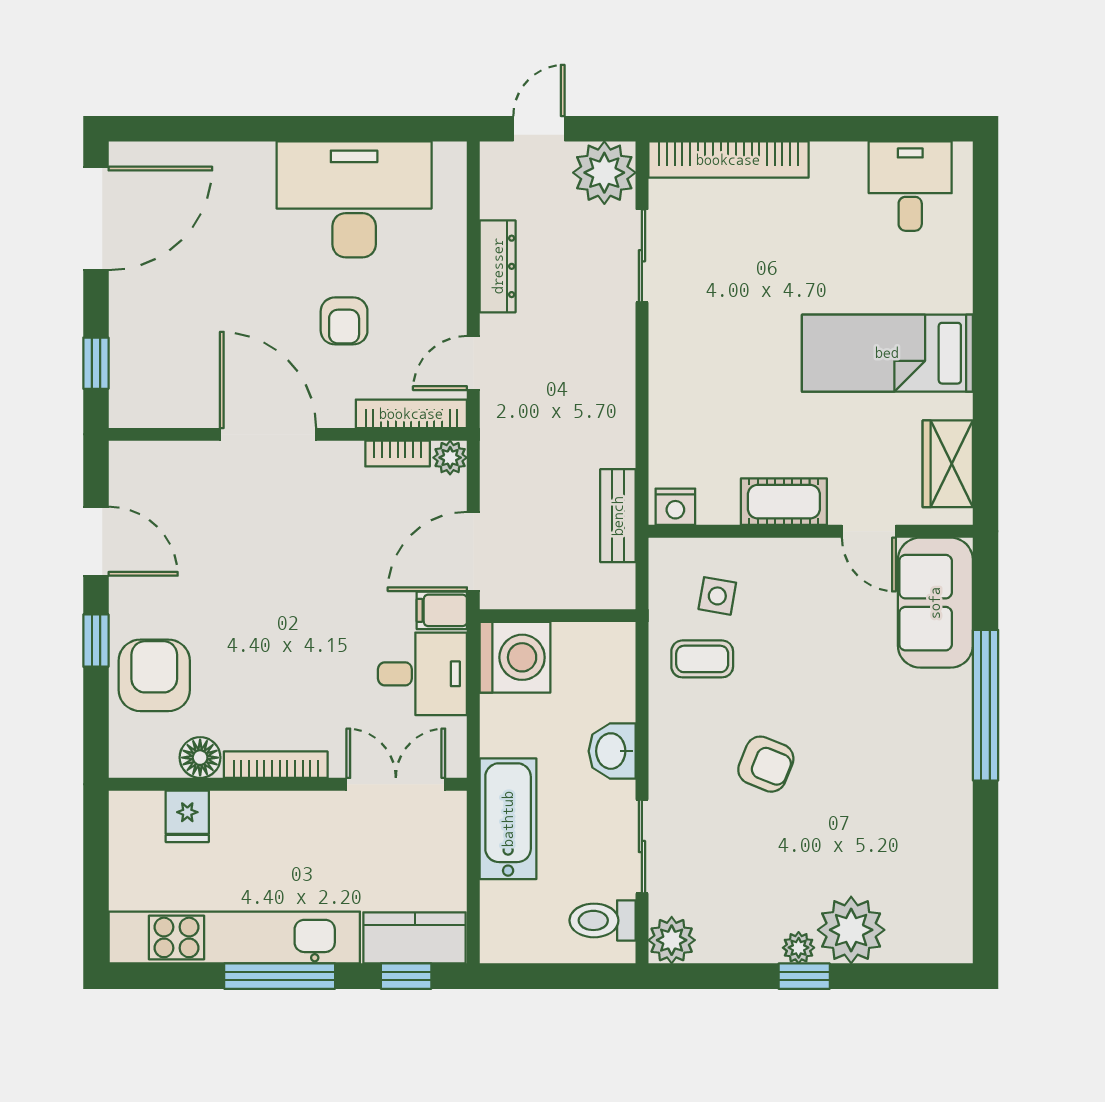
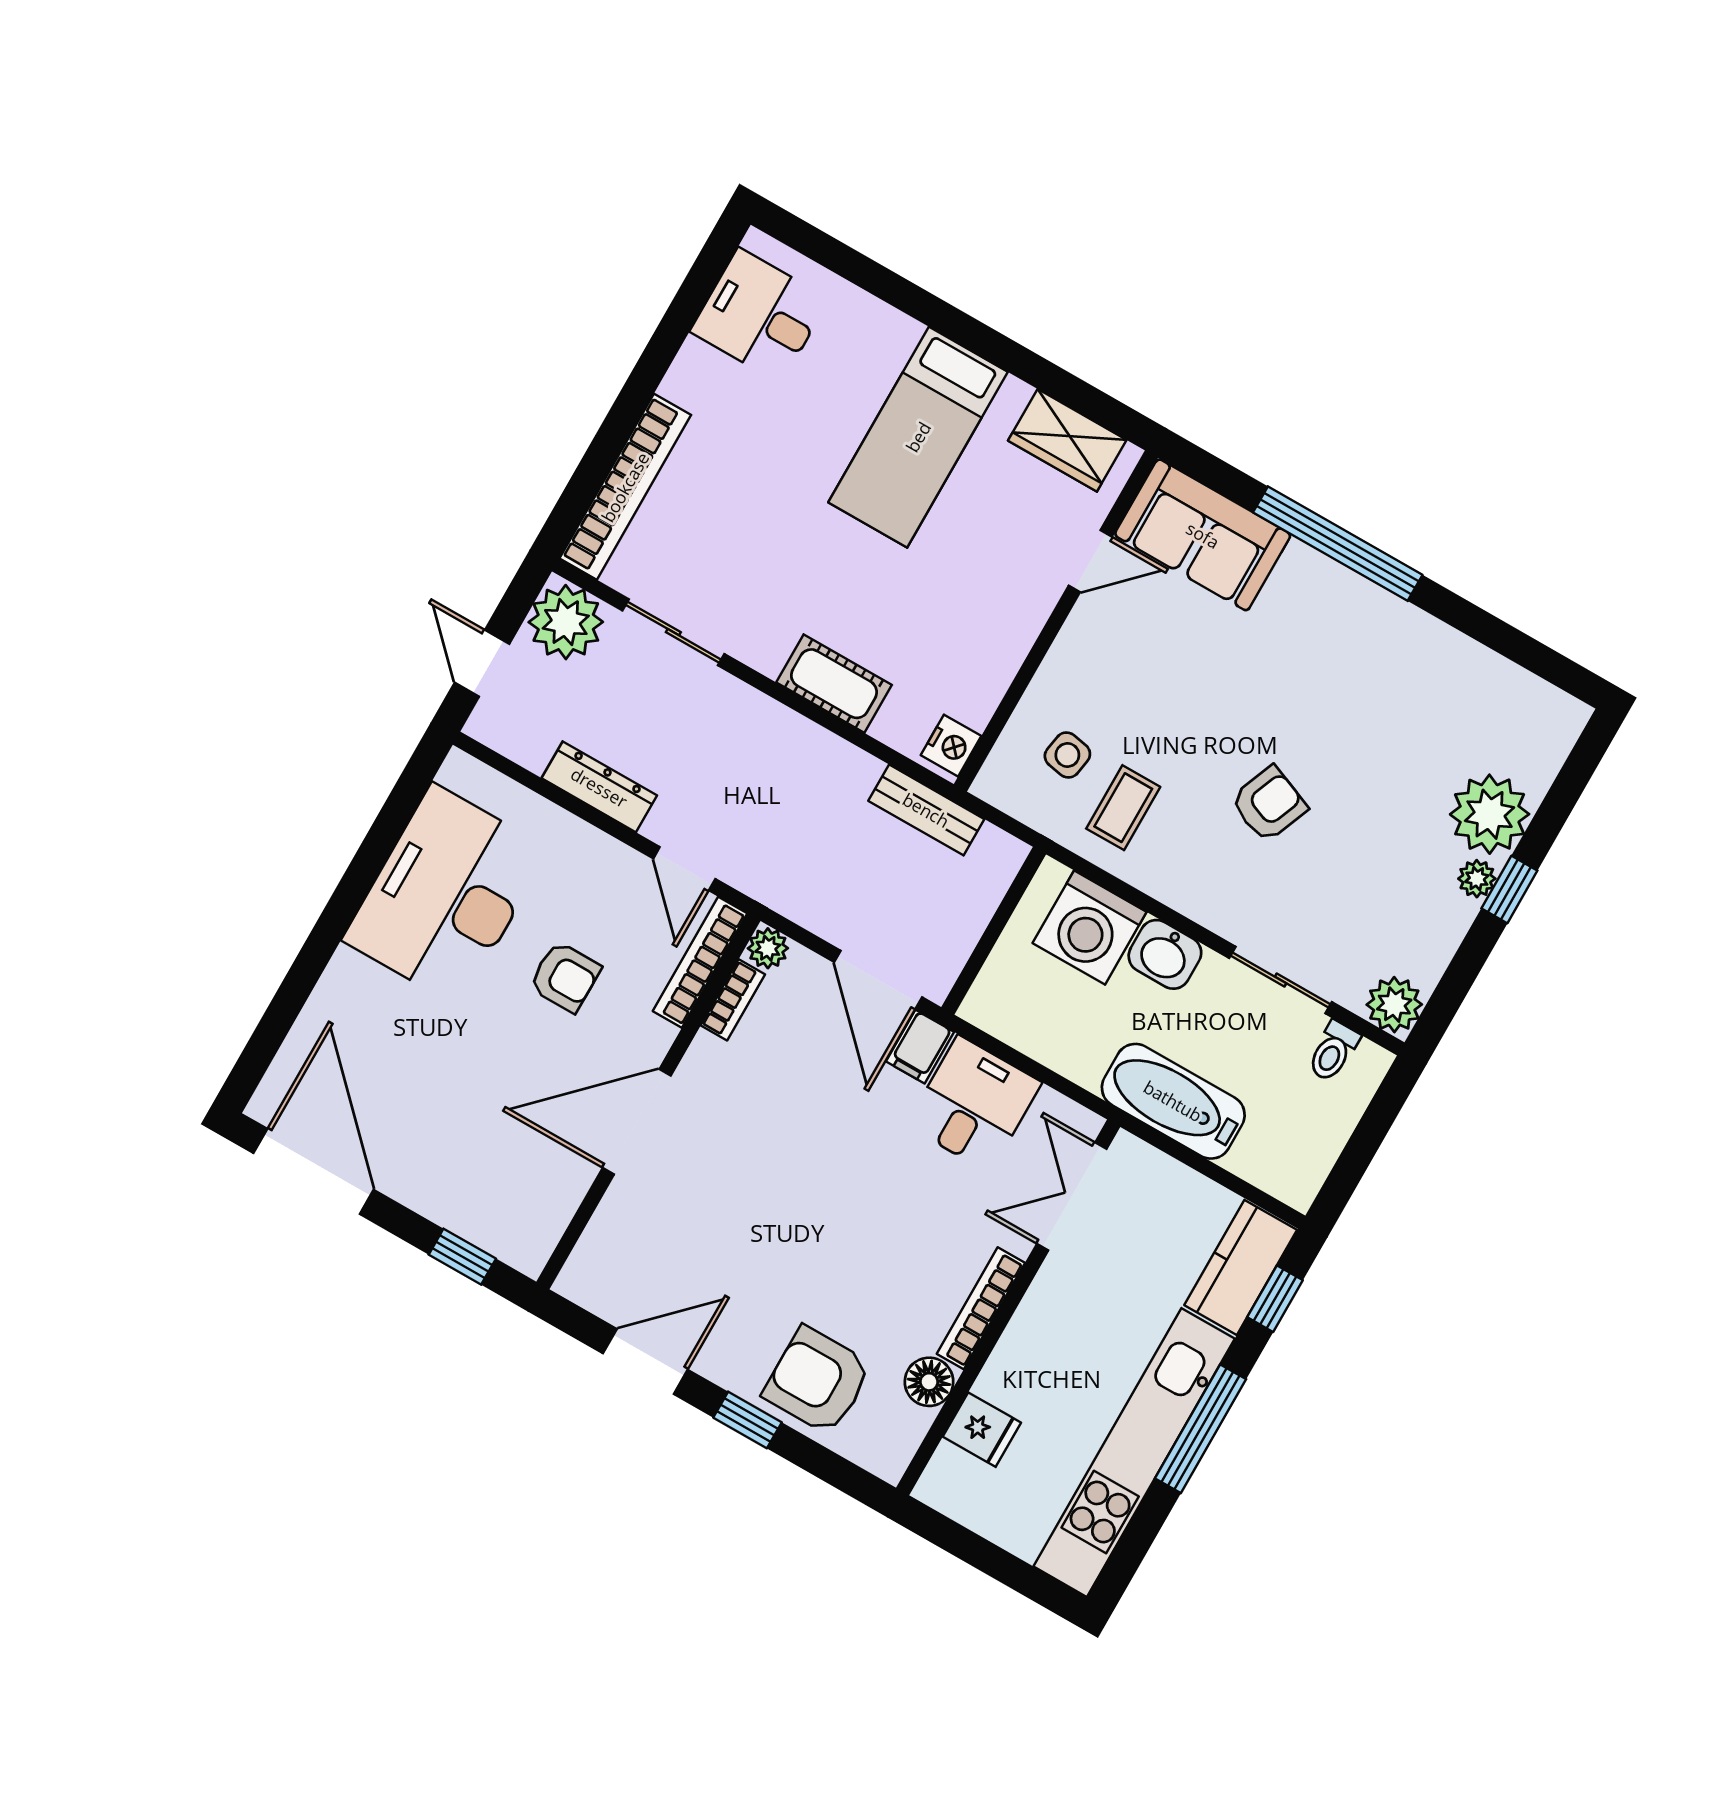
cot: (784, 502) -> (834, 684), moved, turned 90
washing machine: (515, 657) -> (1090, 927), moved, turned 180
toilet: (603, 920) -> (1333, 1051), width x0.73, depth x0.72

